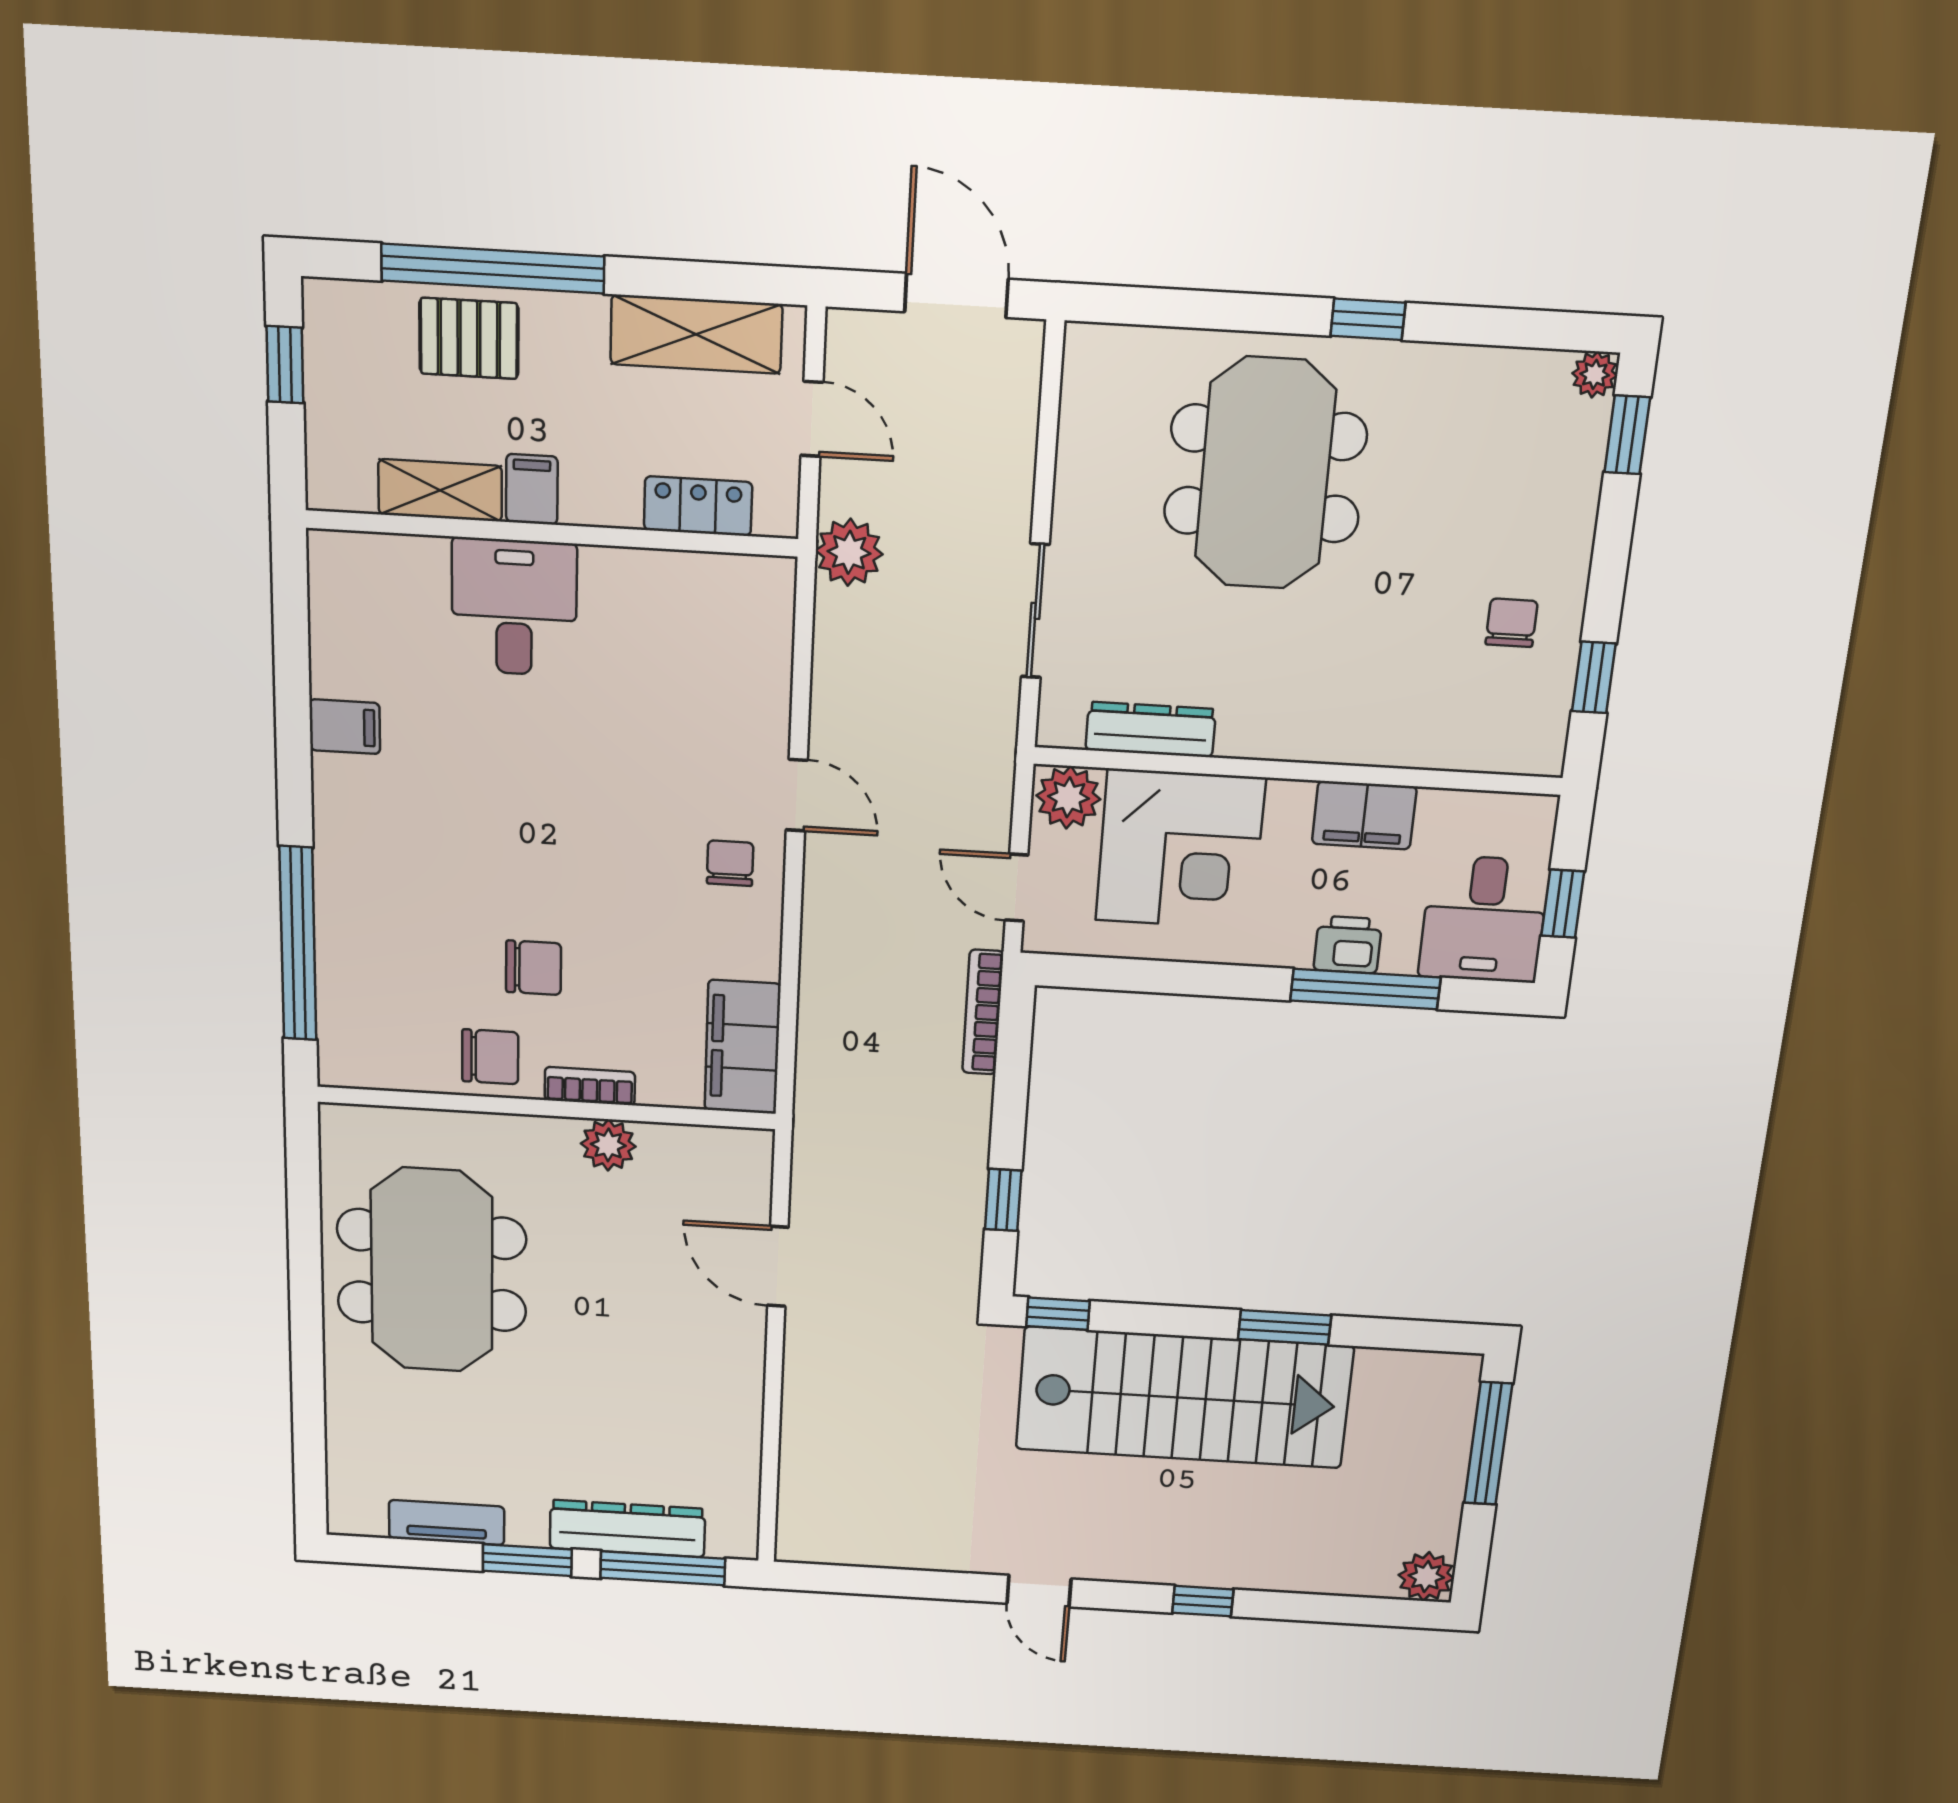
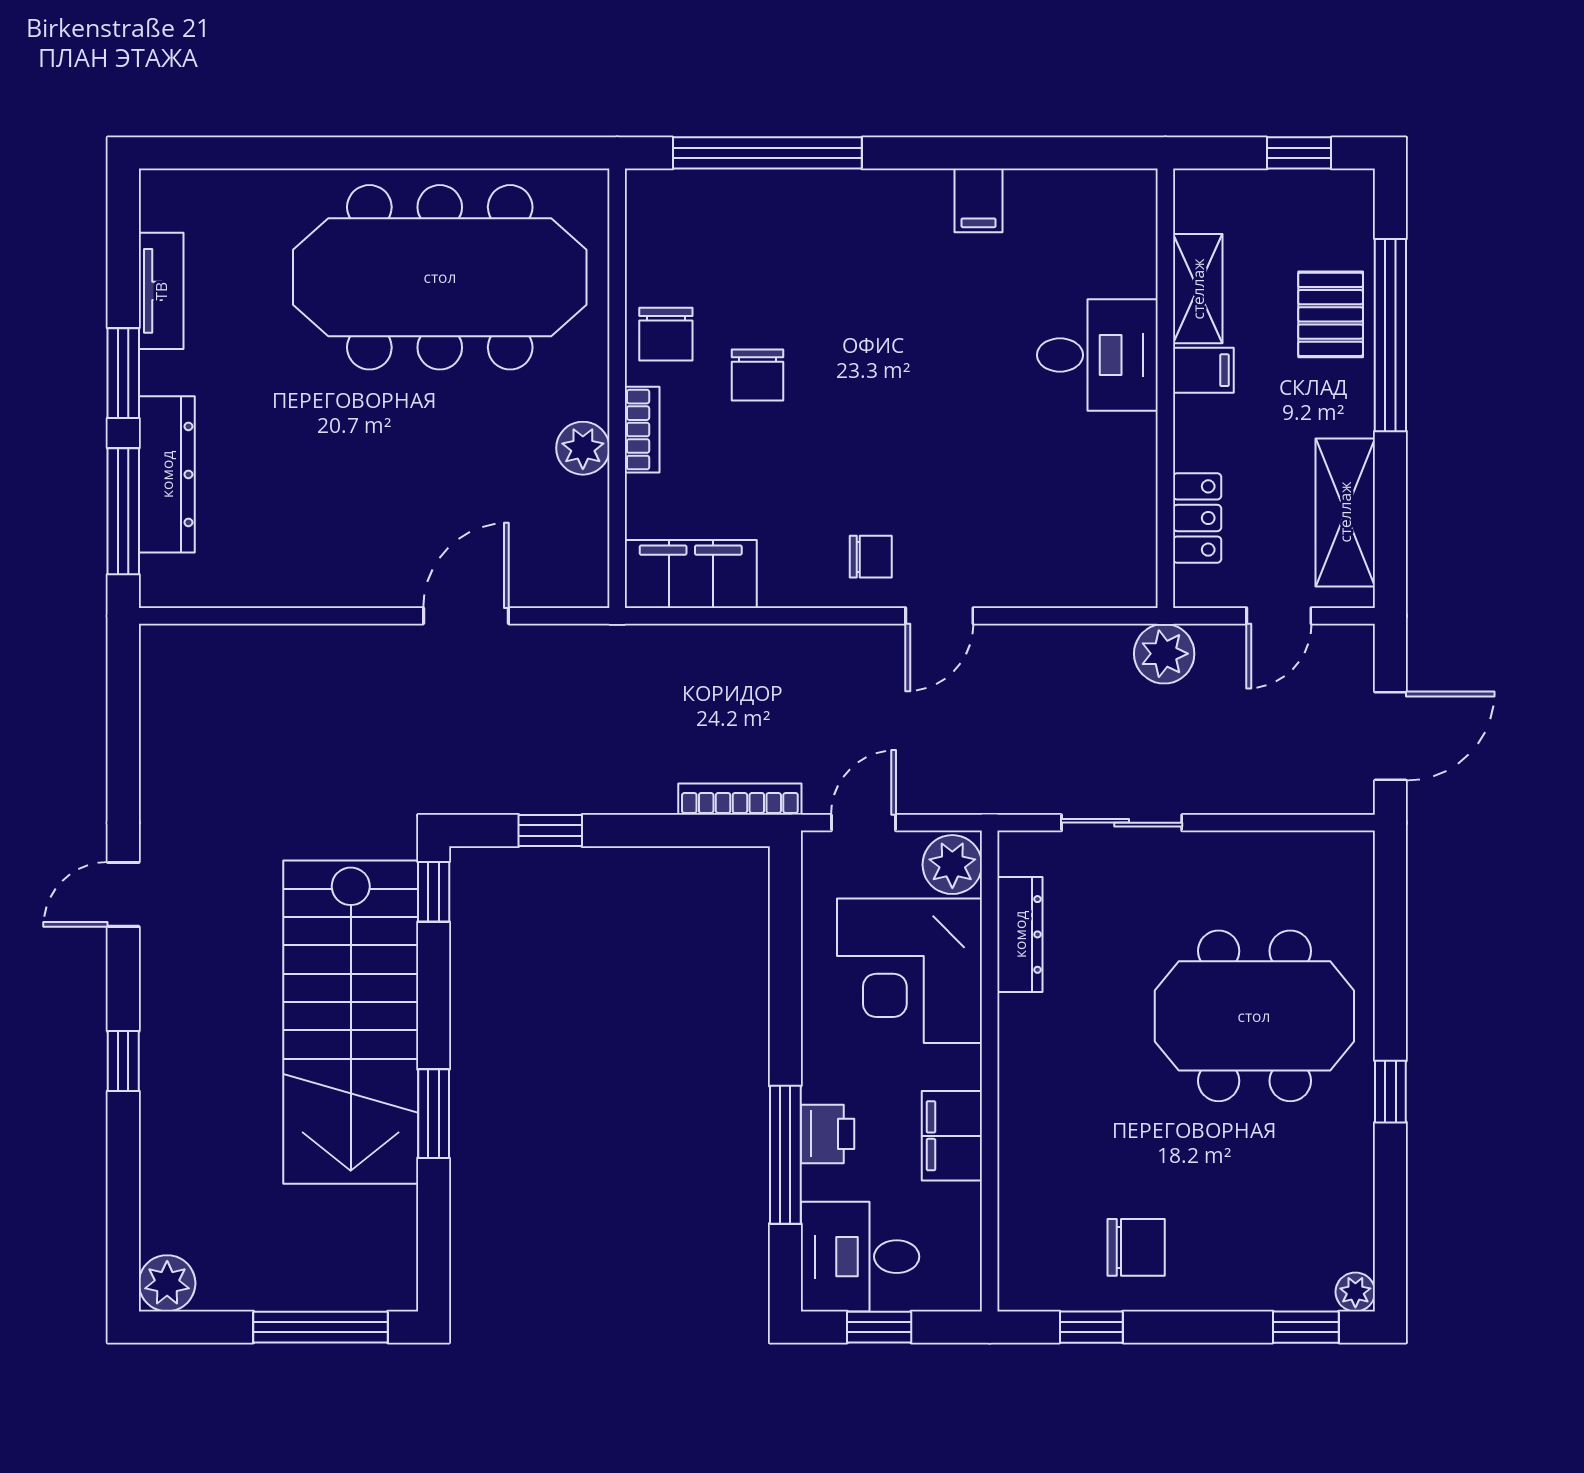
chair: (1512, 623) -> (1136, 1247), width x1.37, depth x1.37
meeting table: (432, 1270) -> (440, 277), width x1.36

